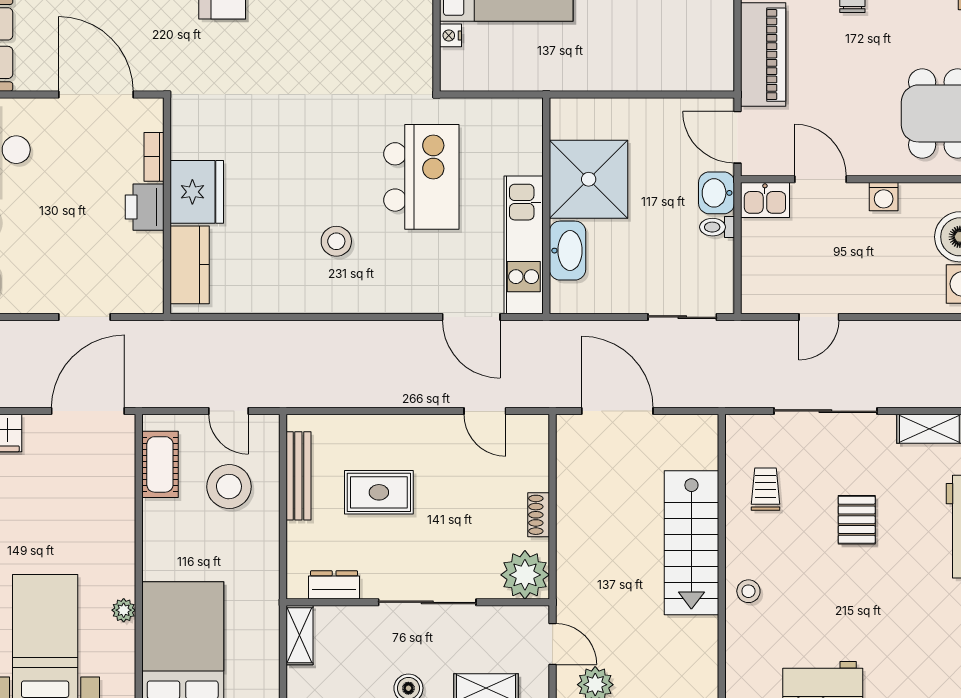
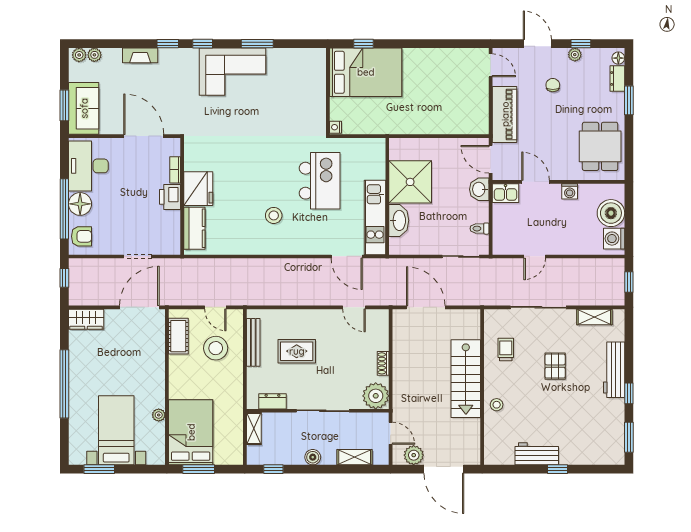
nightstand: (450, 35) -> (335, 127), moved
toilet: (717, 227) -> (480, 229), moved

